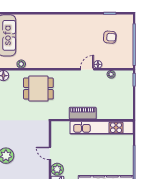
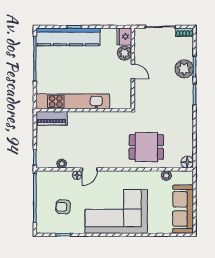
corner sofa: (64, 33) -> (116, 211), added
piano: (83, 113) -> (52, 118), moved

